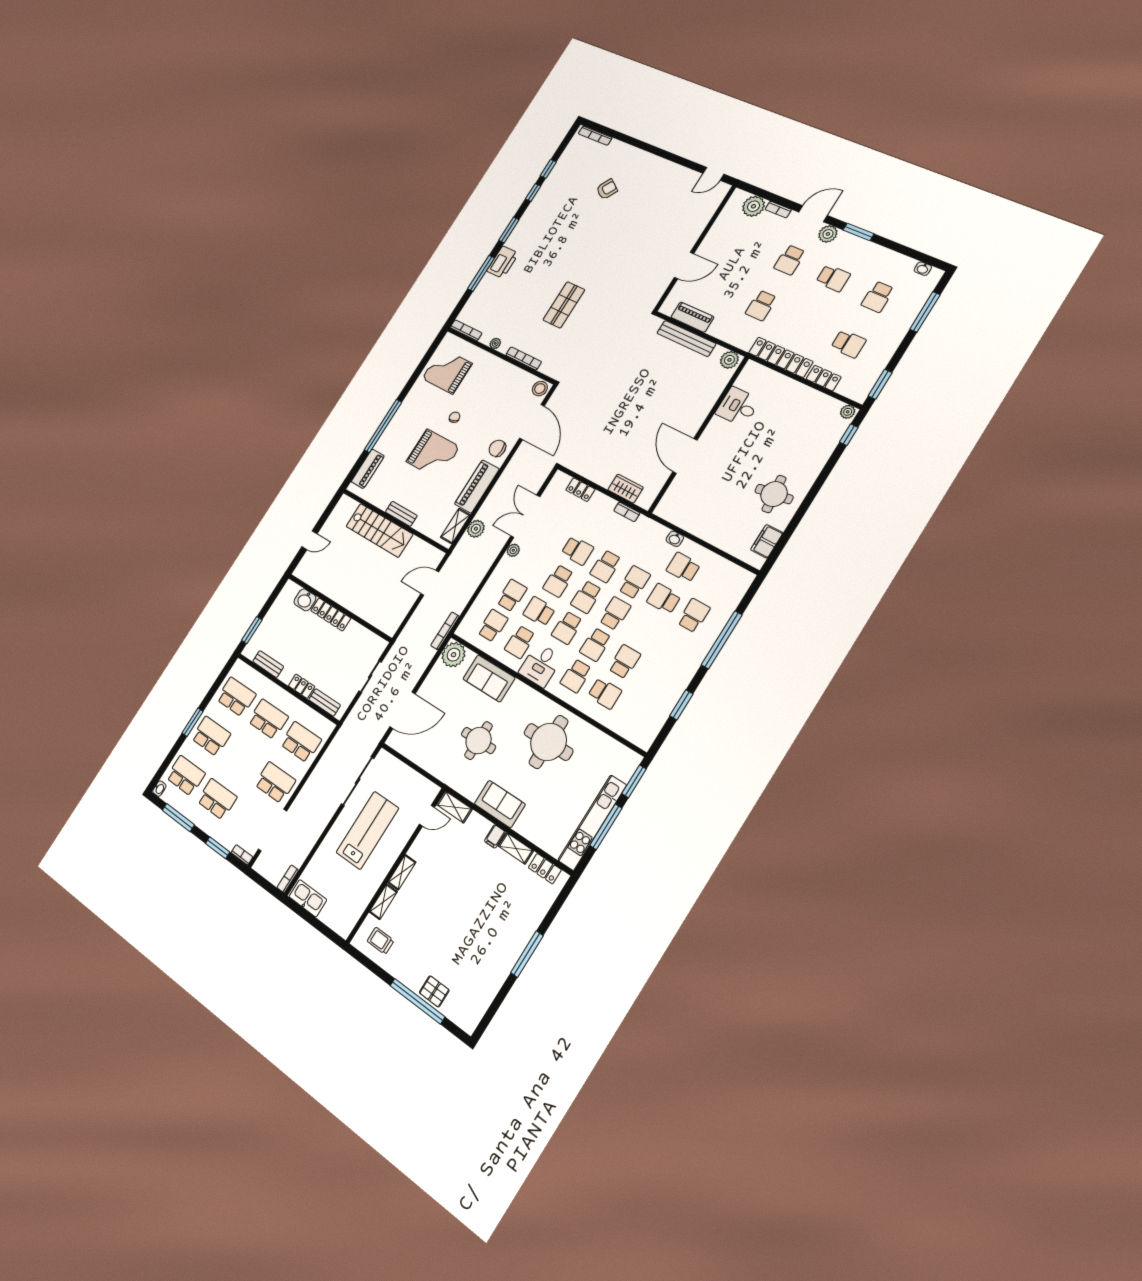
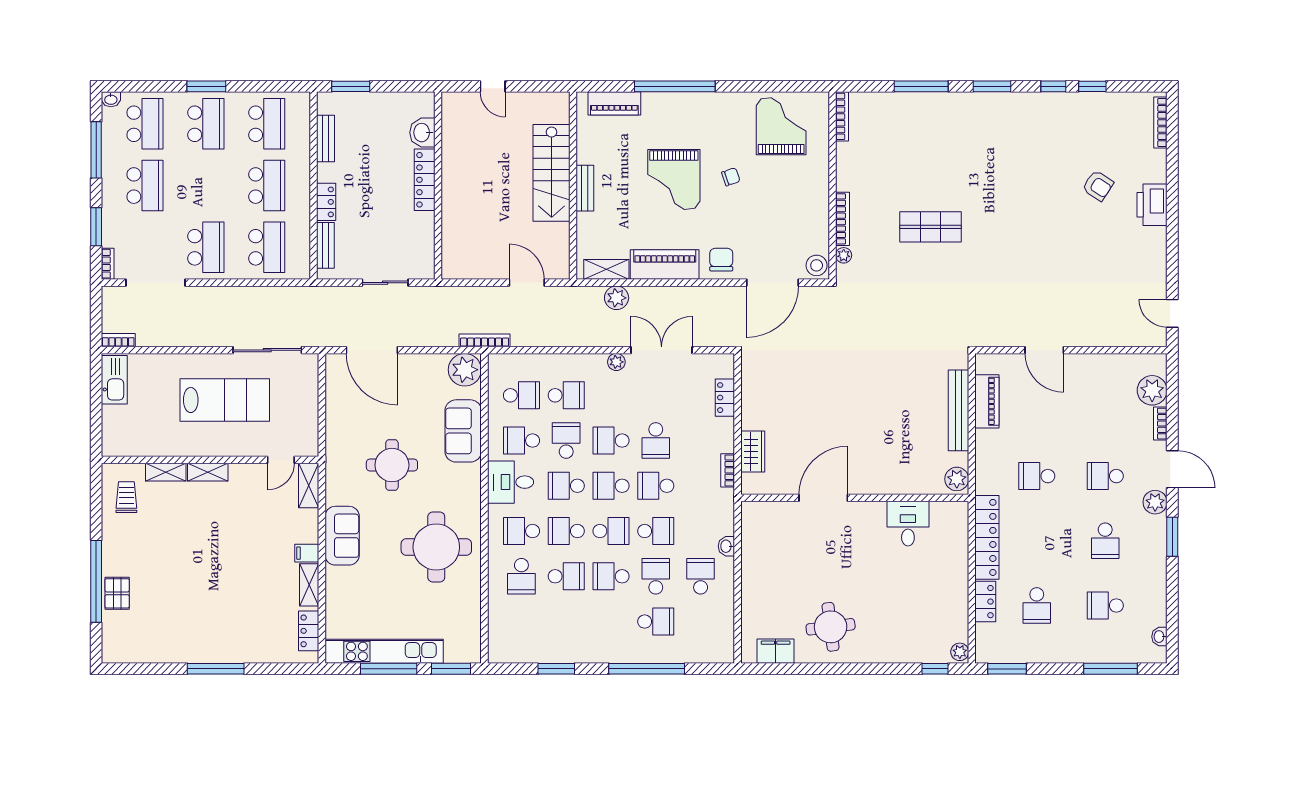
printer: (503, 262) -> (1152, 205), moved, turned 90
plant: (495, 343) -> (844, 255), moved
school desk: (644, 630) -> (611, 576), added
door: (427, 816) -> (281, 460), hinge flipped

